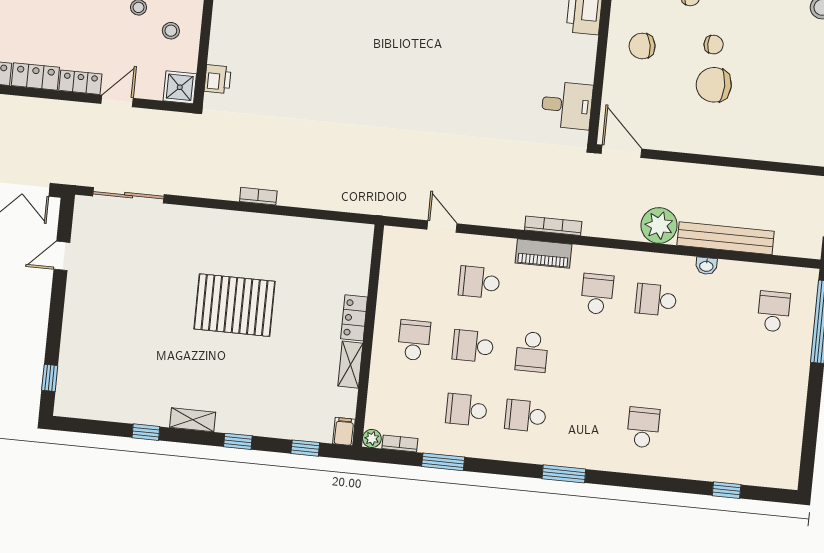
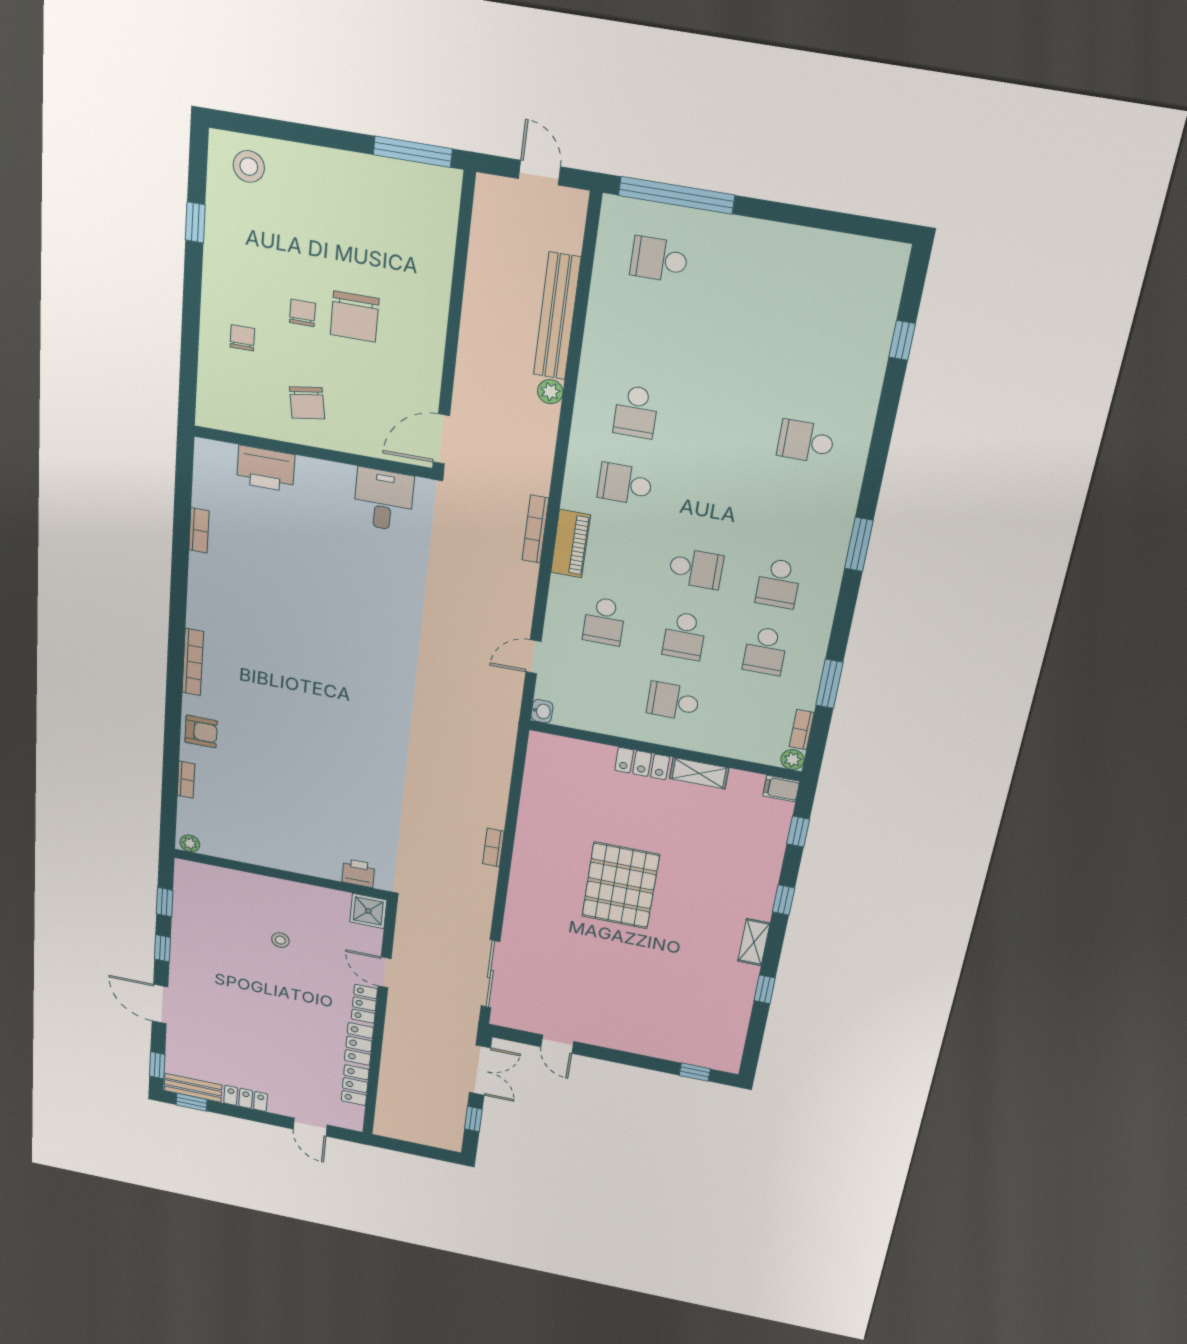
stool: (171, 31) -> (305, 912), removed
plant: (659, 225) -> (550, 392), width x0.53, depth x0.53
washbasin: (706, 266) -> (542, 711), moved

